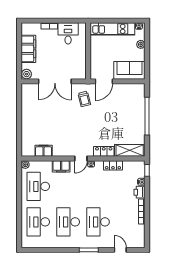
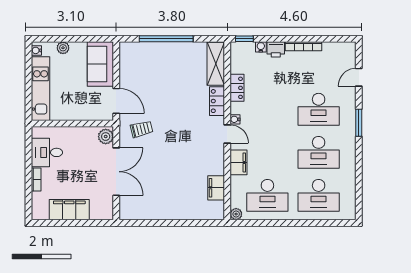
plant: (27, 74) -> (106, 137), moved

